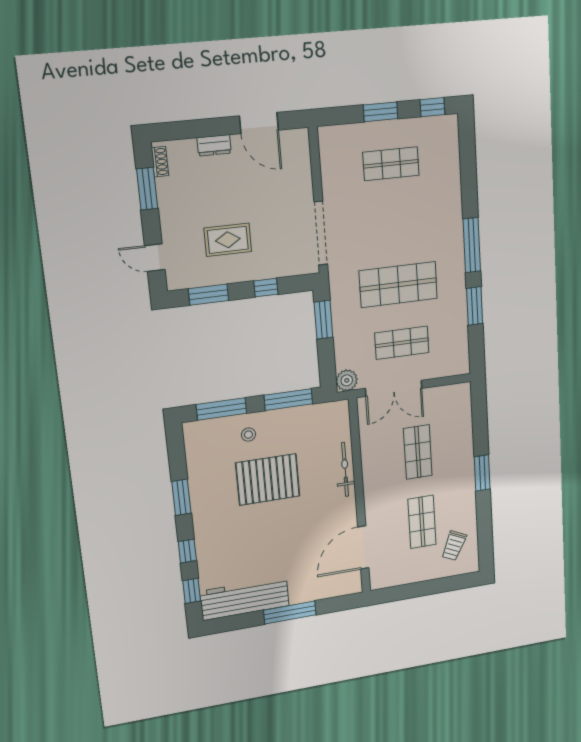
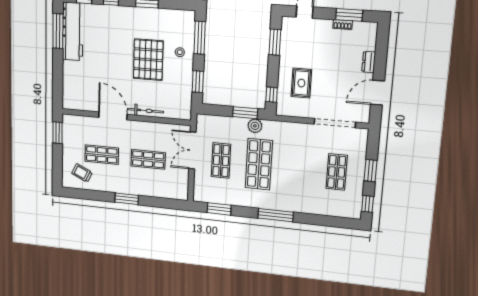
shoe rack: (160, 162) -> (343, 25), moved
doorway: (321, 233) -> (335, 123), moved
rug: (228, 240) -> (301, 83), moved
window: (266, 288) -> (272, 95), moved
window: (475, 306) -> (219, 209), moved
plant: (347, 380) -> (255, 126), moved
window: (288, 400) -> (198, 82), width x0.69
door: (363, 548) -> (113, 116), moved
window: (400, 593) -> (57, 133), added
window: (290, 612) -> (58, 31), moved

